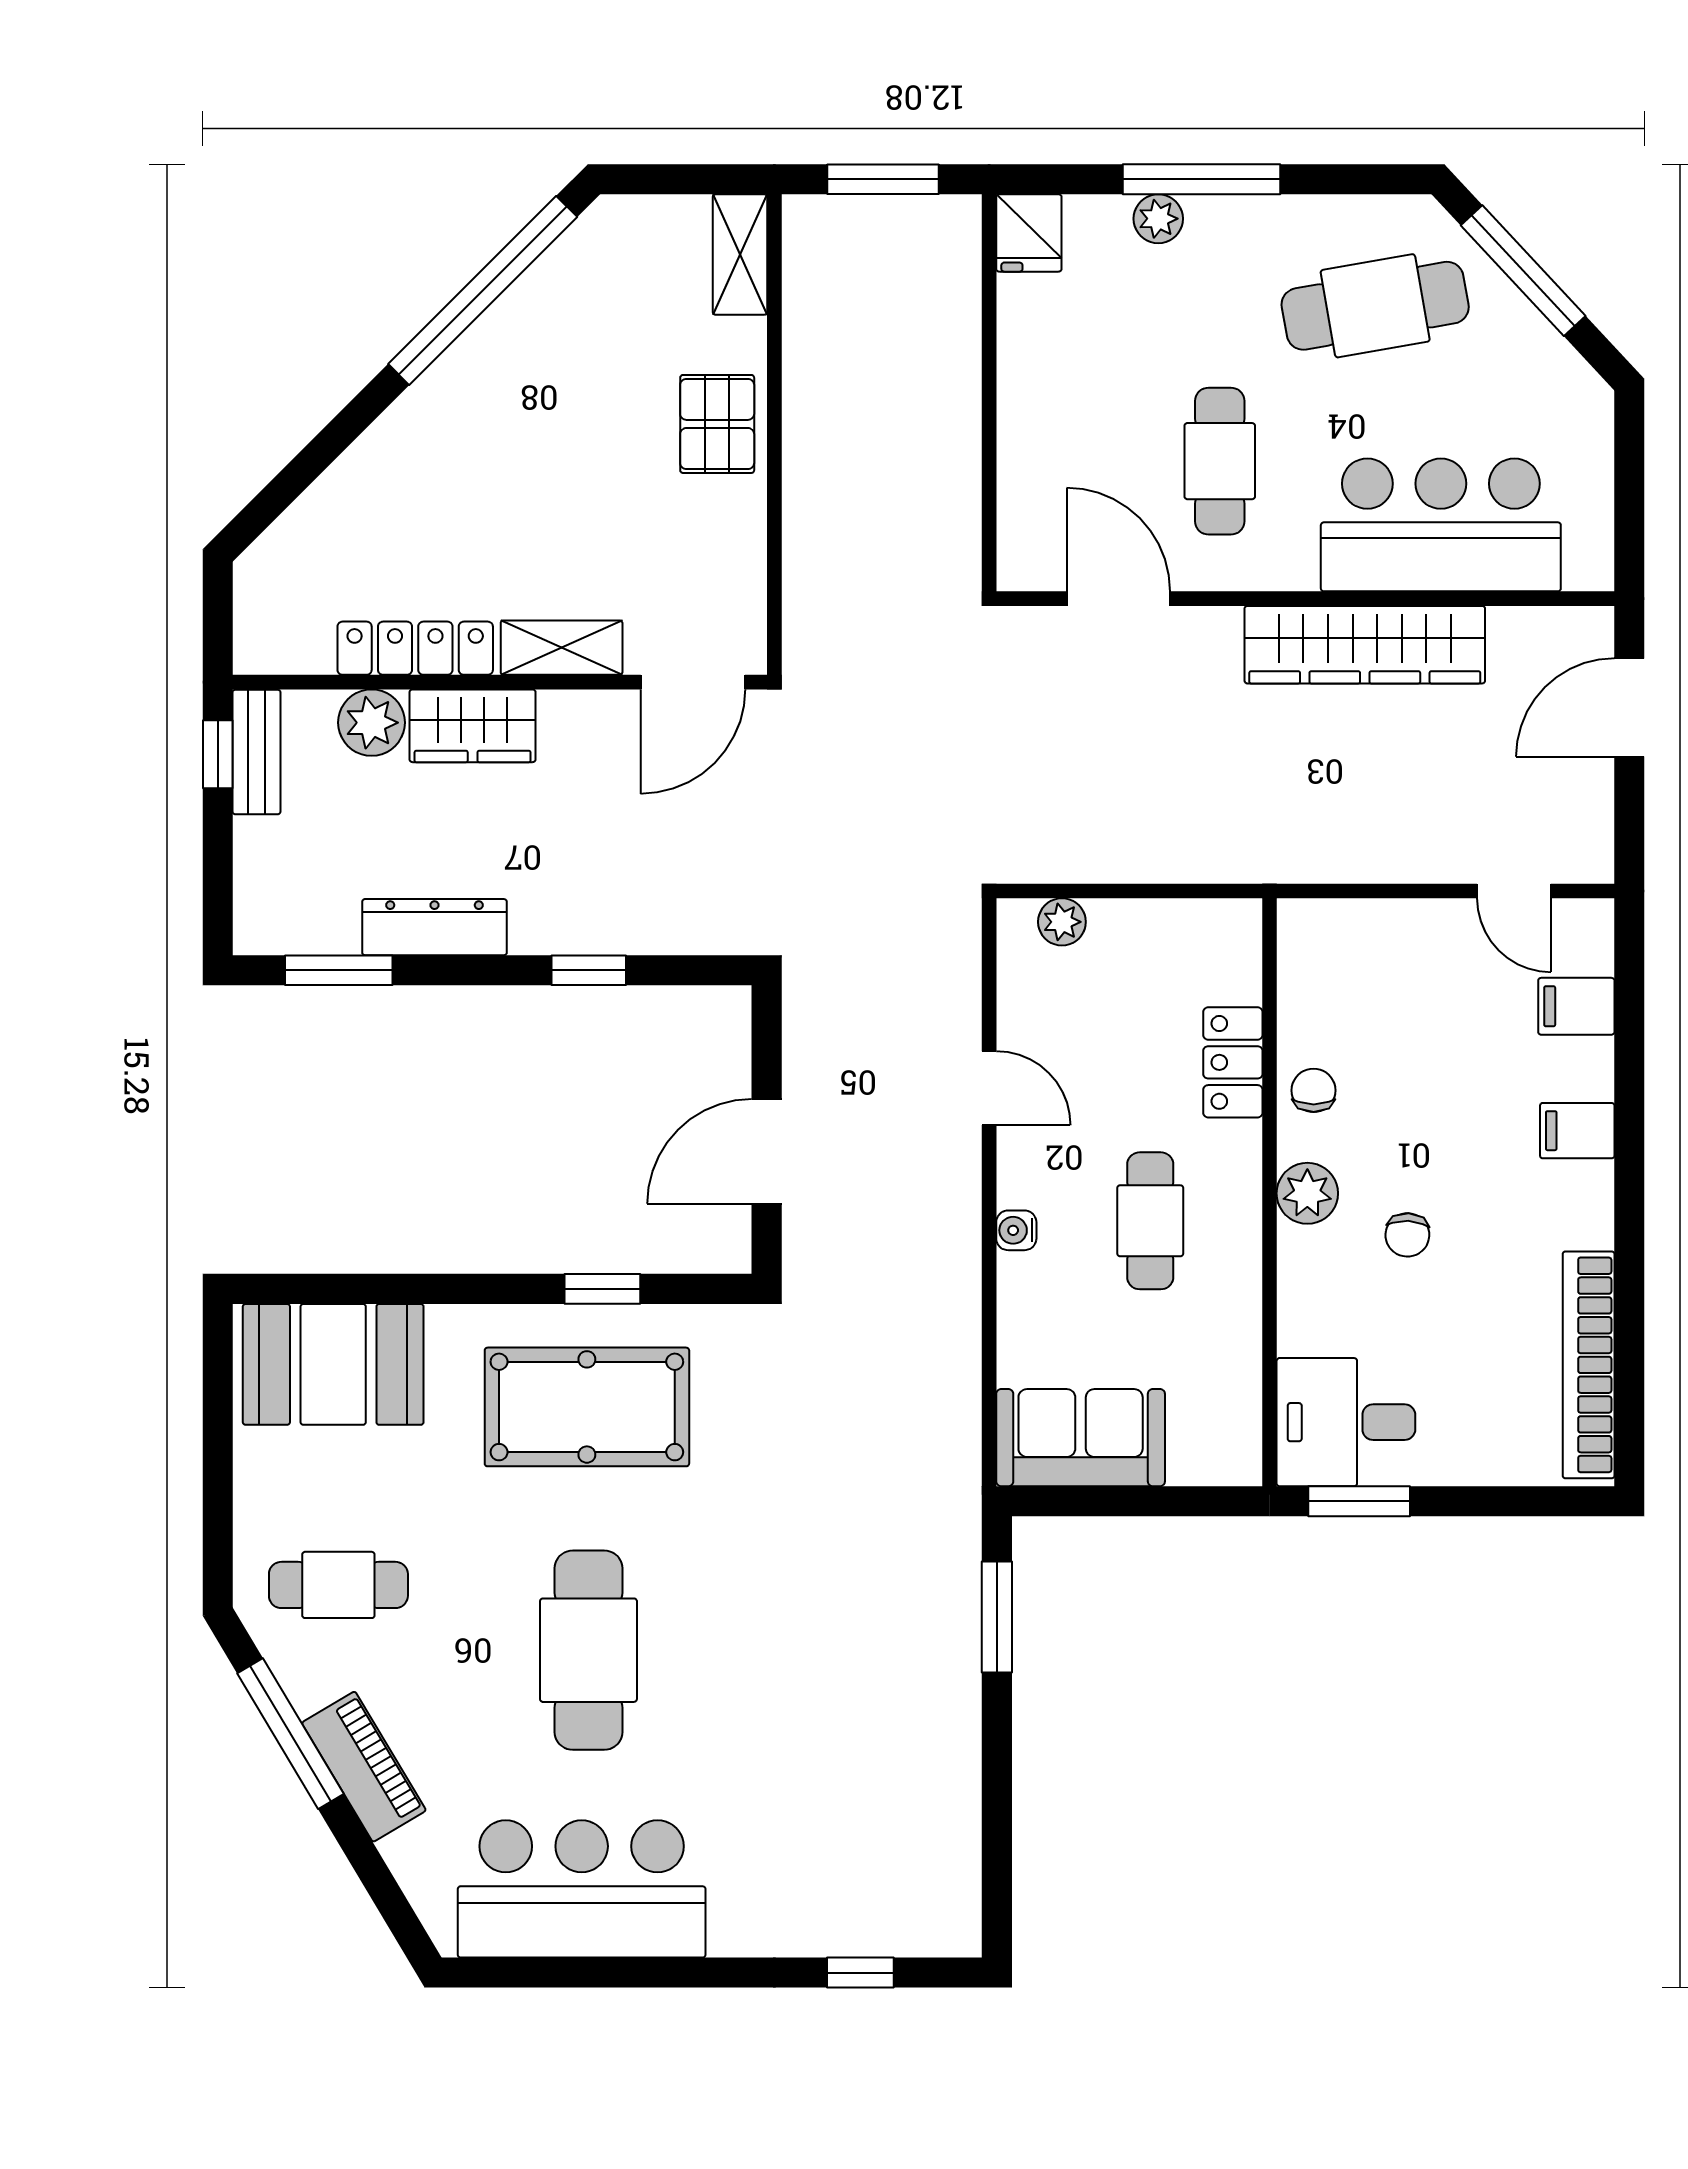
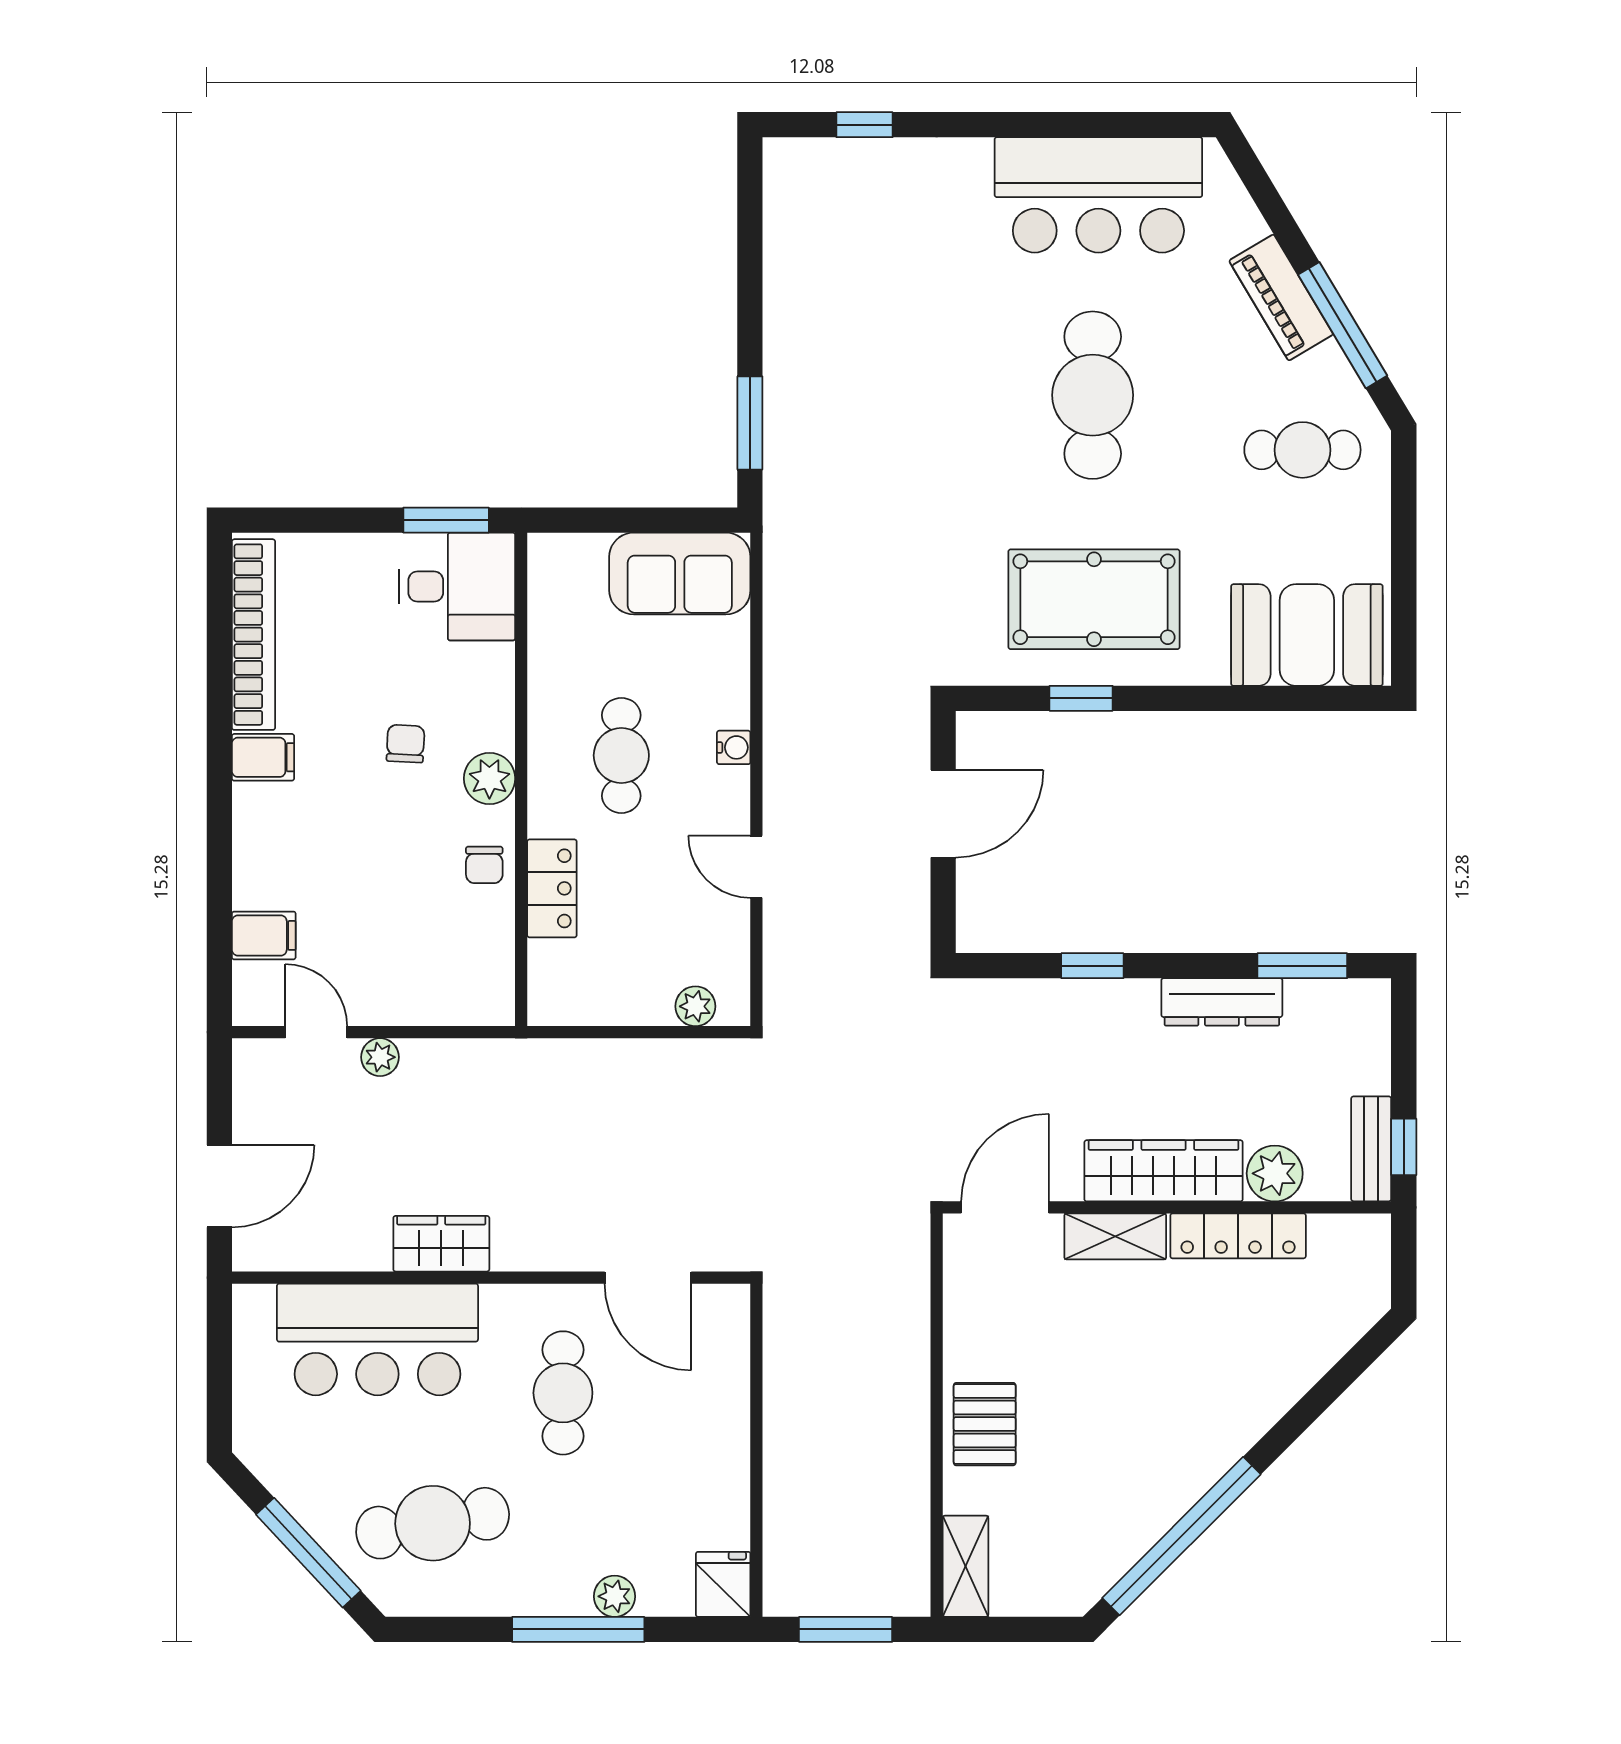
wardrobe: (1365, 645) -> (441, 1244), width x0.48, depth x0.85
wardrobe: (473, 726) -> (1164, 1171), width x1.50
plant: (1438, 861) -> (380, 1057), added
filing cabinet: (1577, 1131) -> (263, 757), moved

